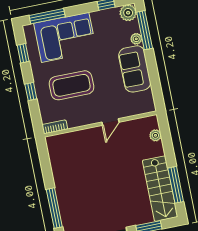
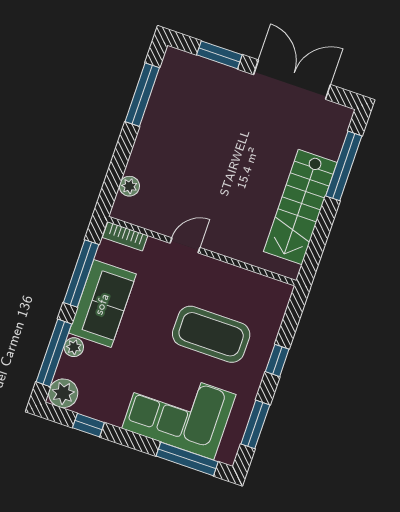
window: (23, 53) -> (255, 424), width x1.50
window: (154, 78) -> (81, 274), added
bookcase: (55, 127) -> (125, 236), moved
stairs: (160, 189) -> (300, 207), moved, turned 180

